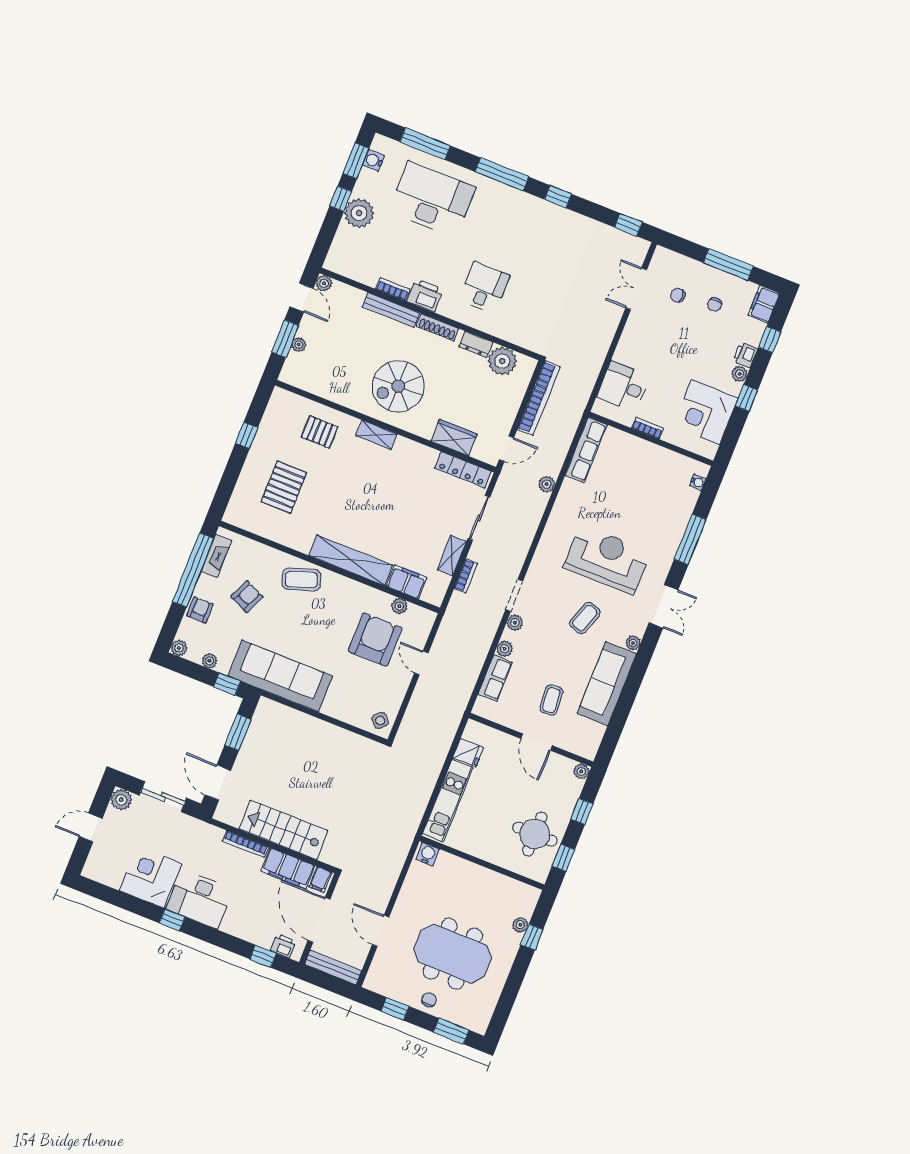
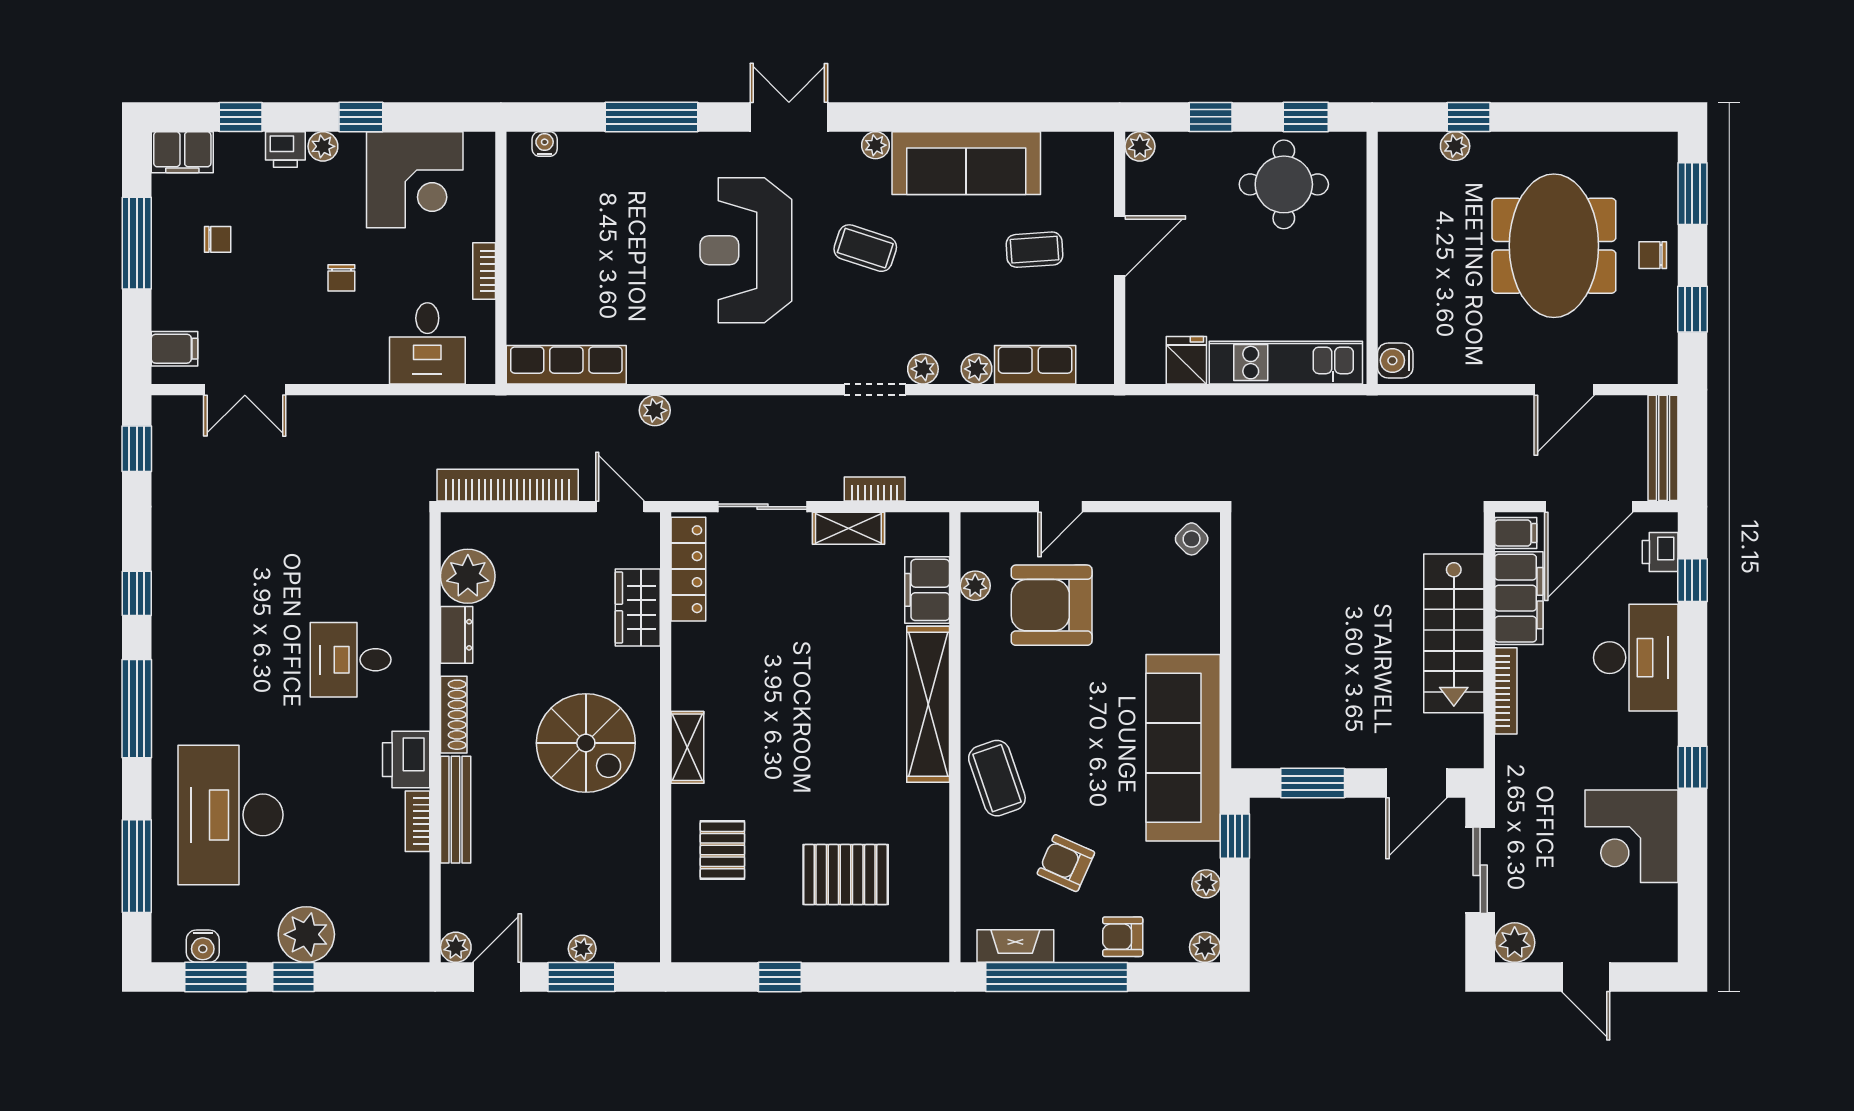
filing cabinet: (670, 262) -> (175, 349), added
chair: (678, 295) -> (341, 278), moved
desk: (199, 899) -> (1636, 658), moved

